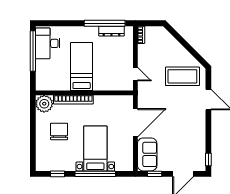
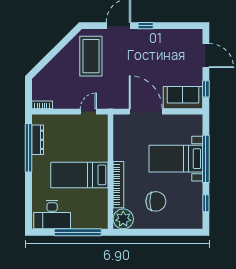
window: (33, 51) -> (78, 232), moved
chair: (59, 131) -> (156, 201), turned 180
window: (208, 160) -> (146, 26), moved

